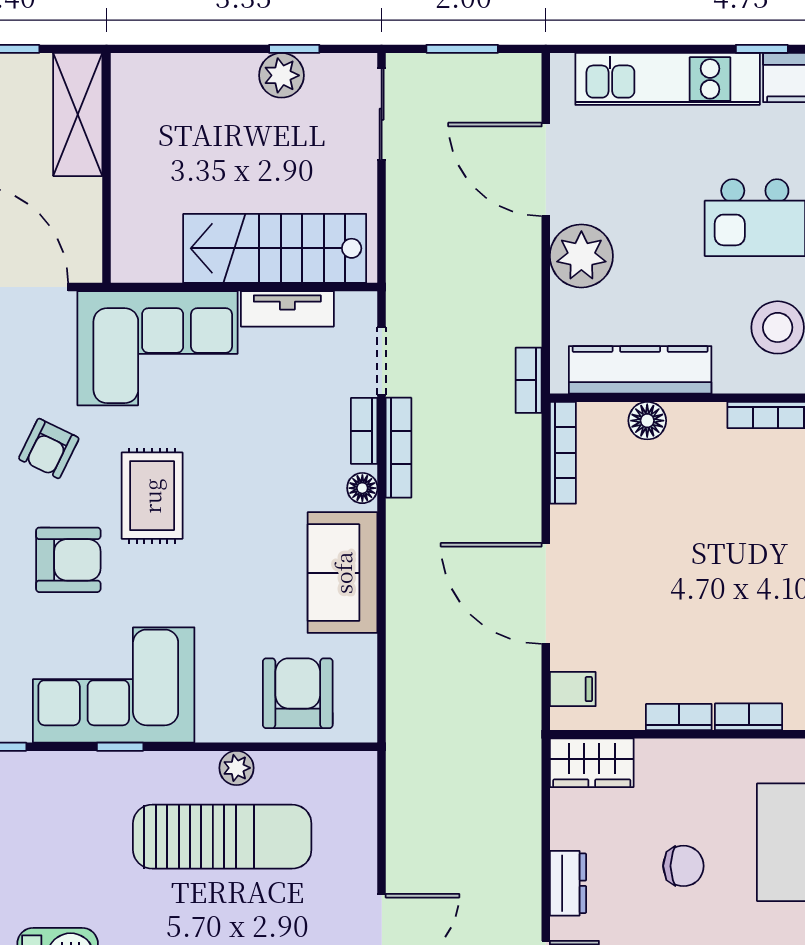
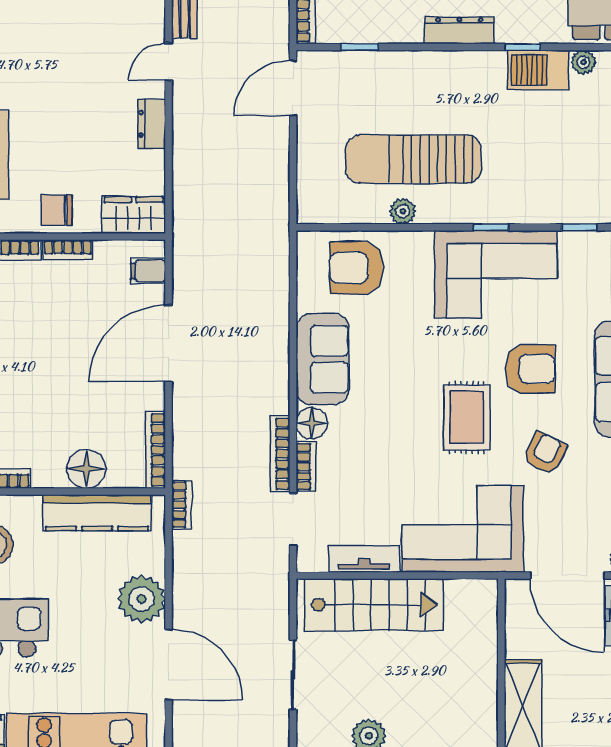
sliding door: (382, 114) -> (293, 675), moved
floor lamp: (647, 421) -> (86, 469), width x1.38, depth x1.38
floor lamp: (362, 488) -> (312, 423), width x1.37, depth x1.37
armchair: (68, 560) -> (530, 369), turned 180
door: (546, 593) -> (169, 343), swing flipped
armchair: (298, 693) -> (356, 268), turned 90
chair: (683, 866) -> (57, 210), moved

